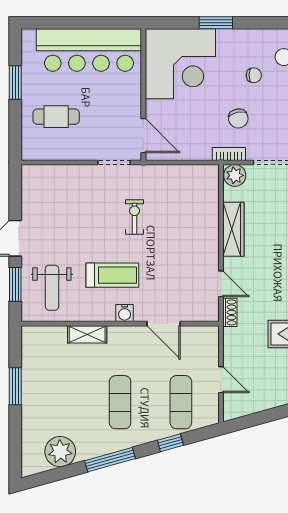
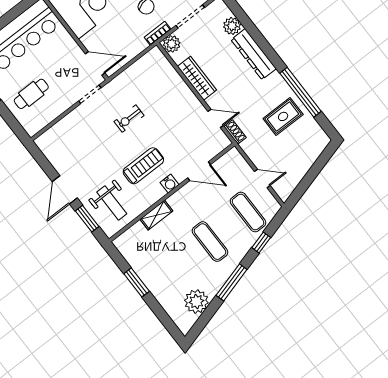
exercise bike: (135, 217) -> (129, 119), turned -90

